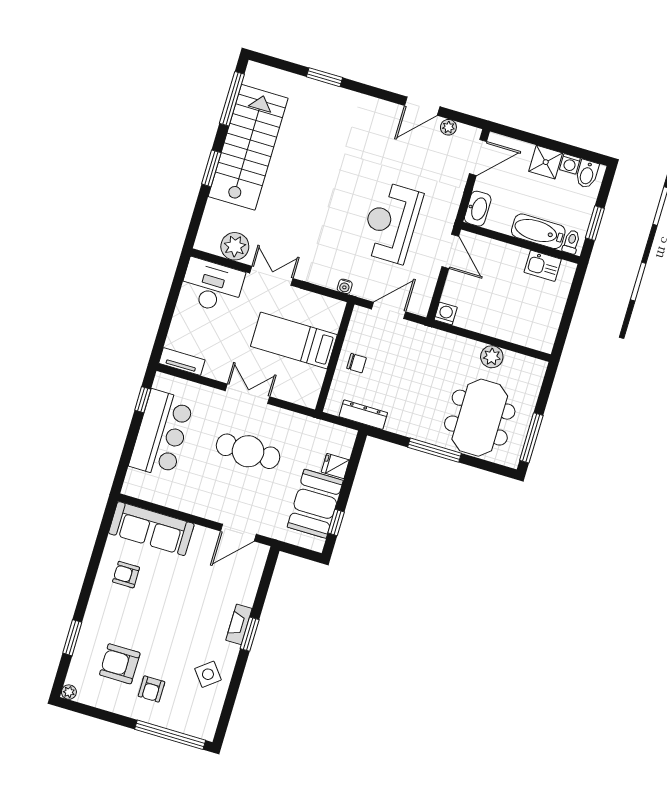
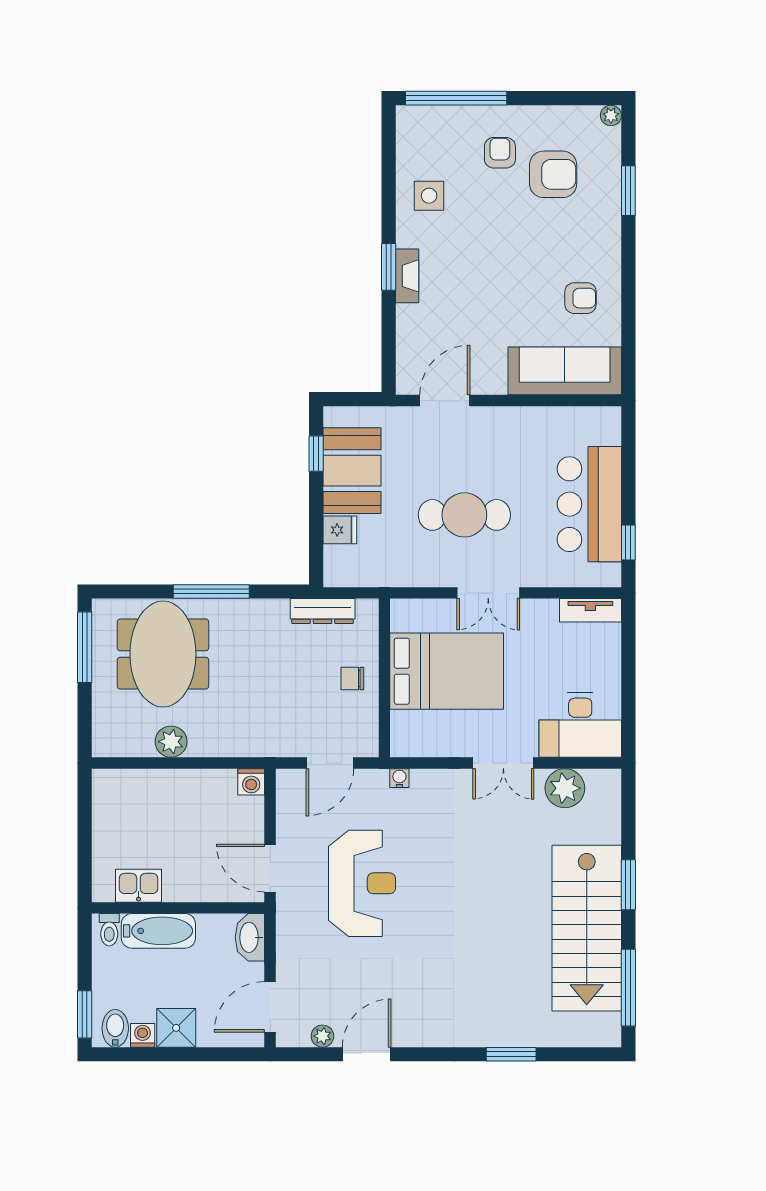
window: (595, 223) -> (85, 1014), moved
bed: (294, 341) -> (447, 671), width x1.50
side table: (208, 674) -> (429, 196), turned 38

